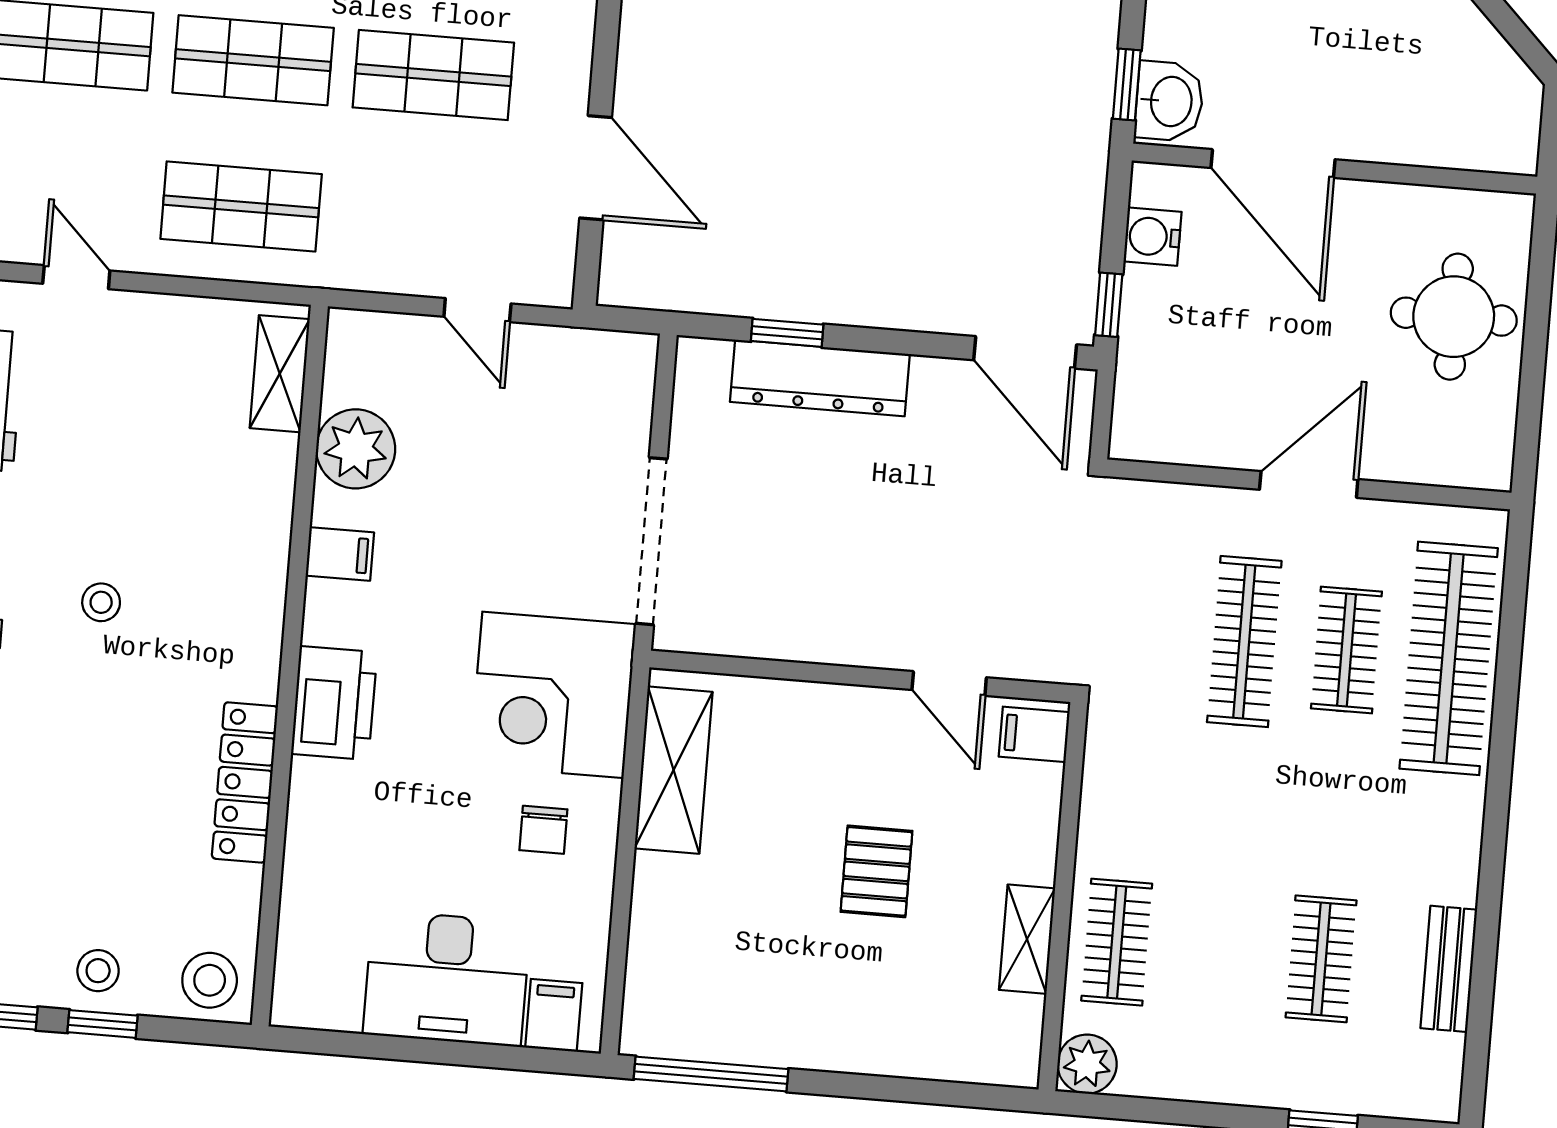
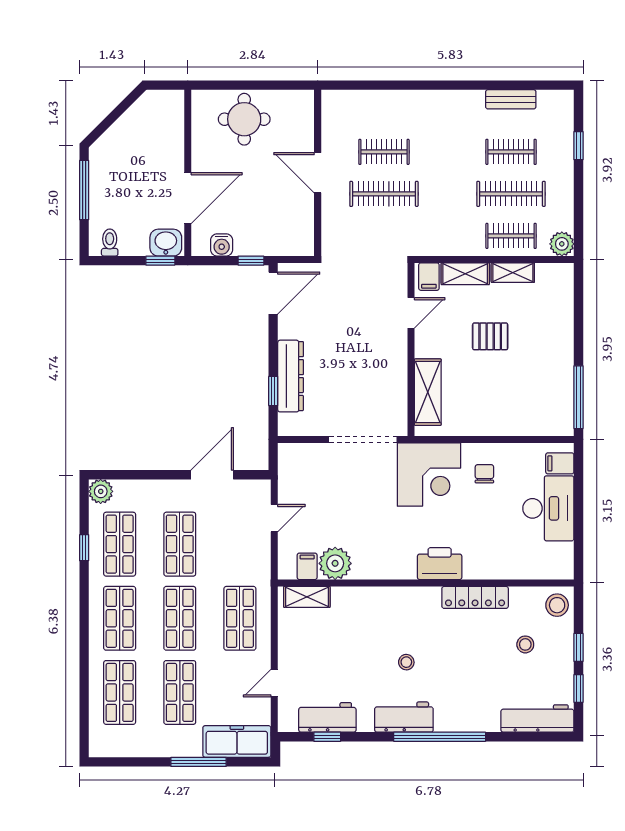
filing cabinet: (340, 554) -> (307, 566), moved
clothes rail: (1449, 658) -> (511, 194), moved, width x0.73, depth x0.76
shelving: (674, 770) -> (428, 392), moved, turned 90
shelving: (1034, 823) -> (465, 274), added
chair: (543, 830) -> (484, 474), turned -90
stool: (98, 971) -> (525, 644), moved

